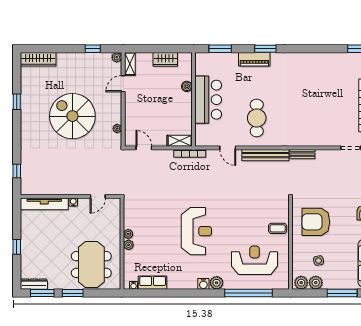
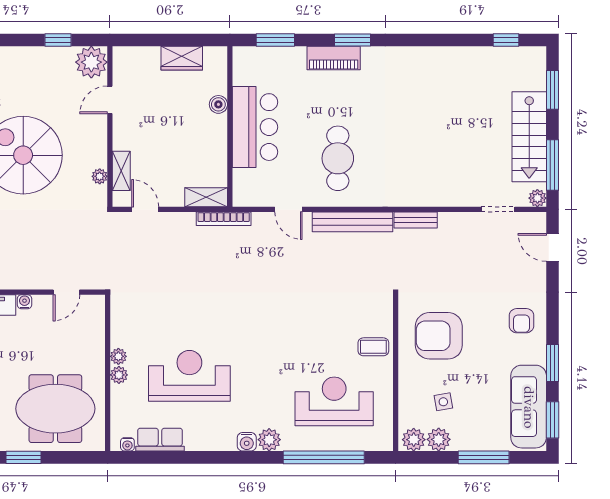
plant: (117, 57) -> (91, 62), width x1.88, depth x1.88
shelving: (130, 64) -> (121, 171), moved
reception desk: (196, 231) -> (189, 376), moved, turned -90
meeting table: (91, 265) -> (55, 409), turned 90

